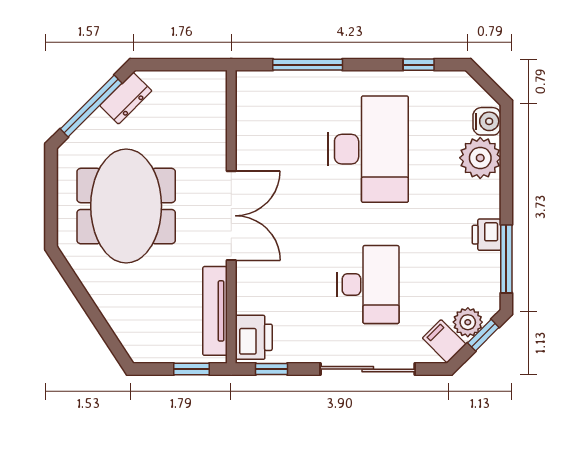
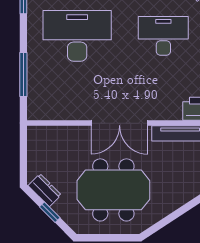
window: (91, 106) -> (50, 212), width x0.46
double door: (231, 216) -> (119, 123), swing flipped

